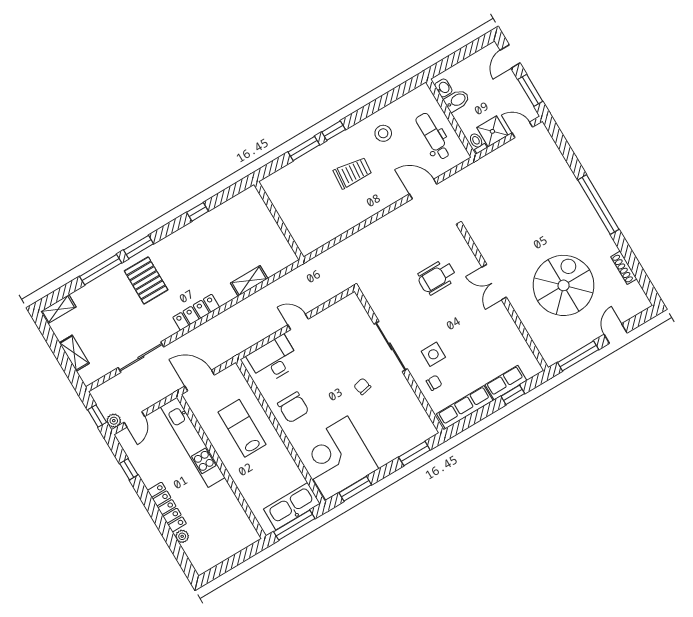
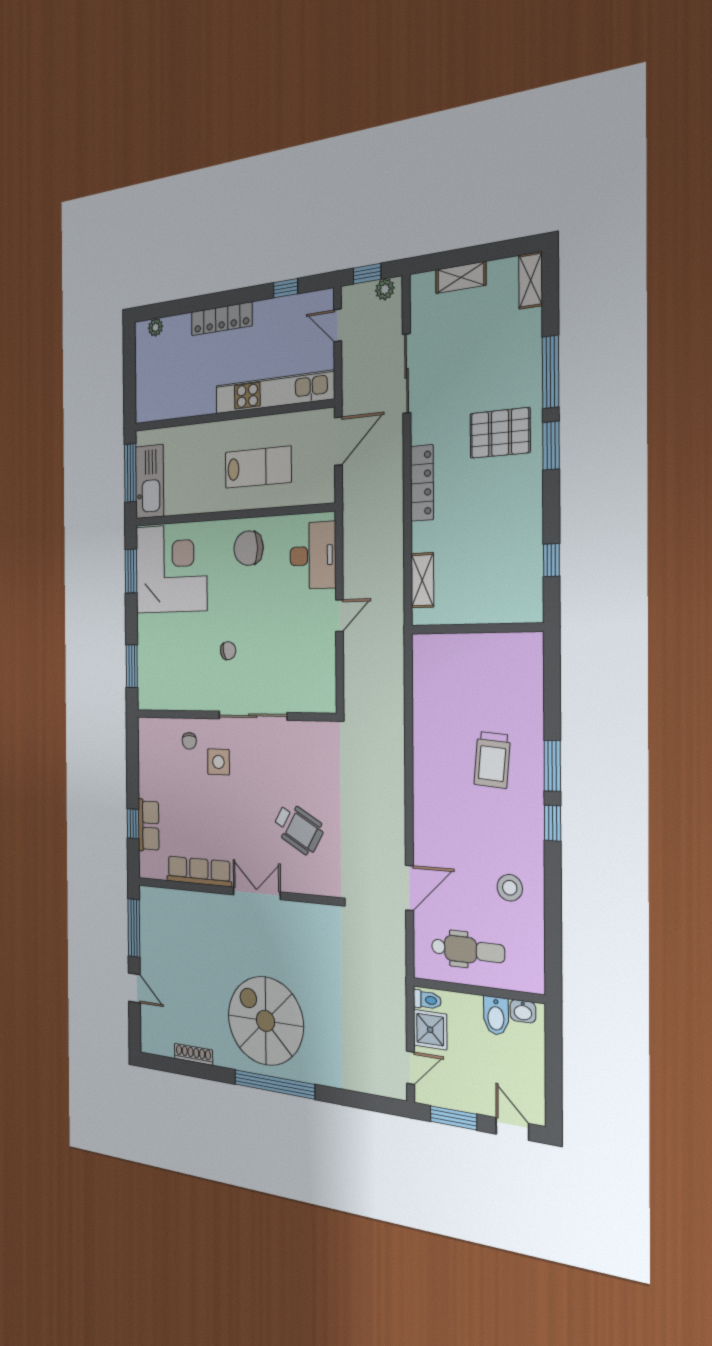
trolley: (353, 173) -> (492, 760), moved
wall: (279, 221) -> (476, 628), moved
wheelchair: (437, 277) -> (298, 828), turned 119
spiral stairs: (564, 285) -> (265, 1021), moved, turned 180
row of seats: (465, 407) -> (199, 871), moved, turned -90
plant: (114, 421) -> (385, 289), moved
plant: (182, 536) -> (155, 327), moved

